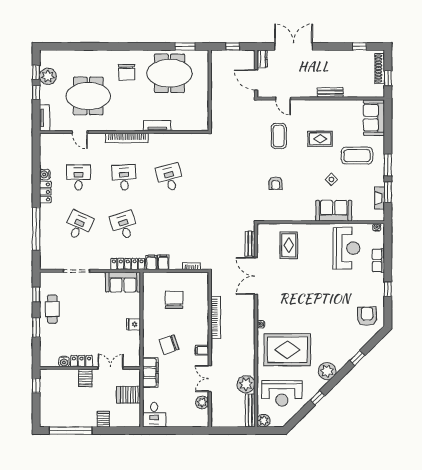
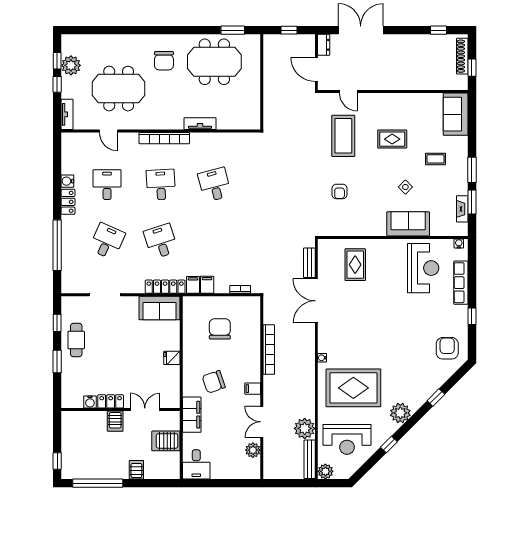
bench: (330, 92) -> (404, 84), removed
coffee table: (279, 136) -> (343, 136), width x1.36, depth x1.32
coffee table: (357, 156) -> (436, 159), width x0.54, depth x0.58
row of seats: (378, 261) -> (461, 283), width x1.48
window: (36, 385) -> (57, 461), moved

